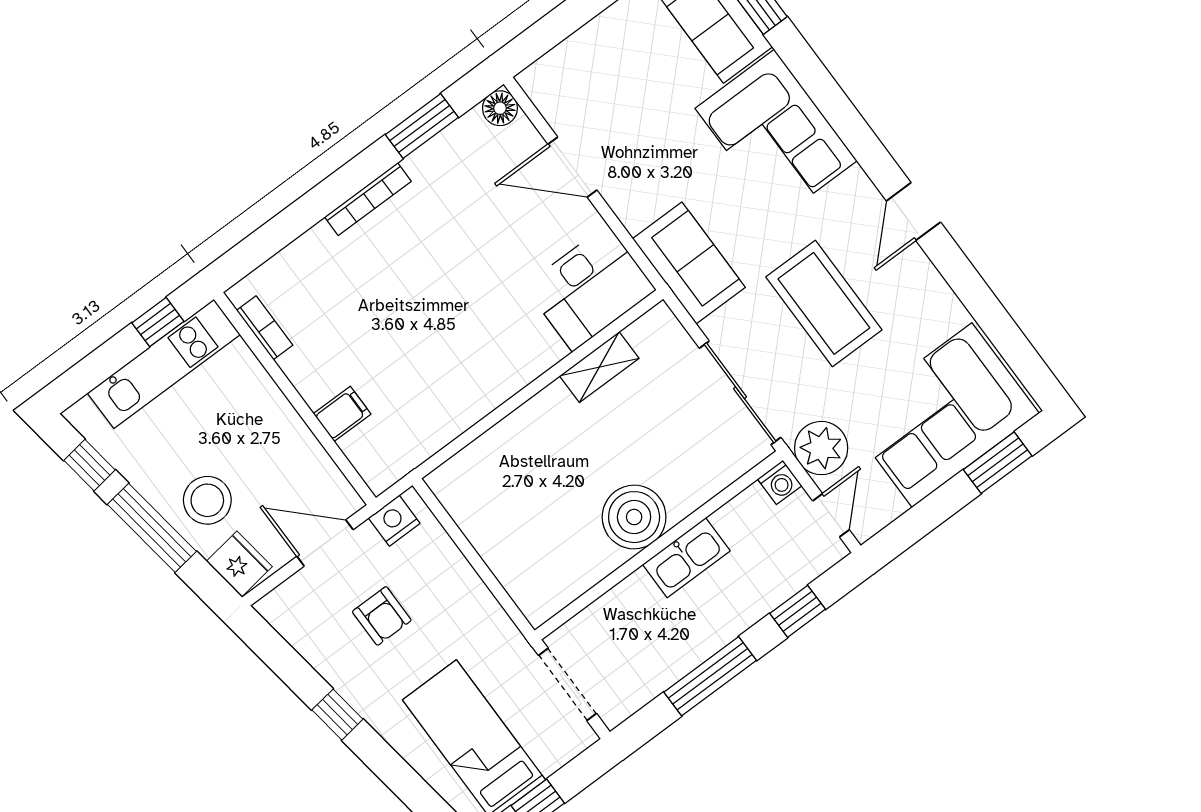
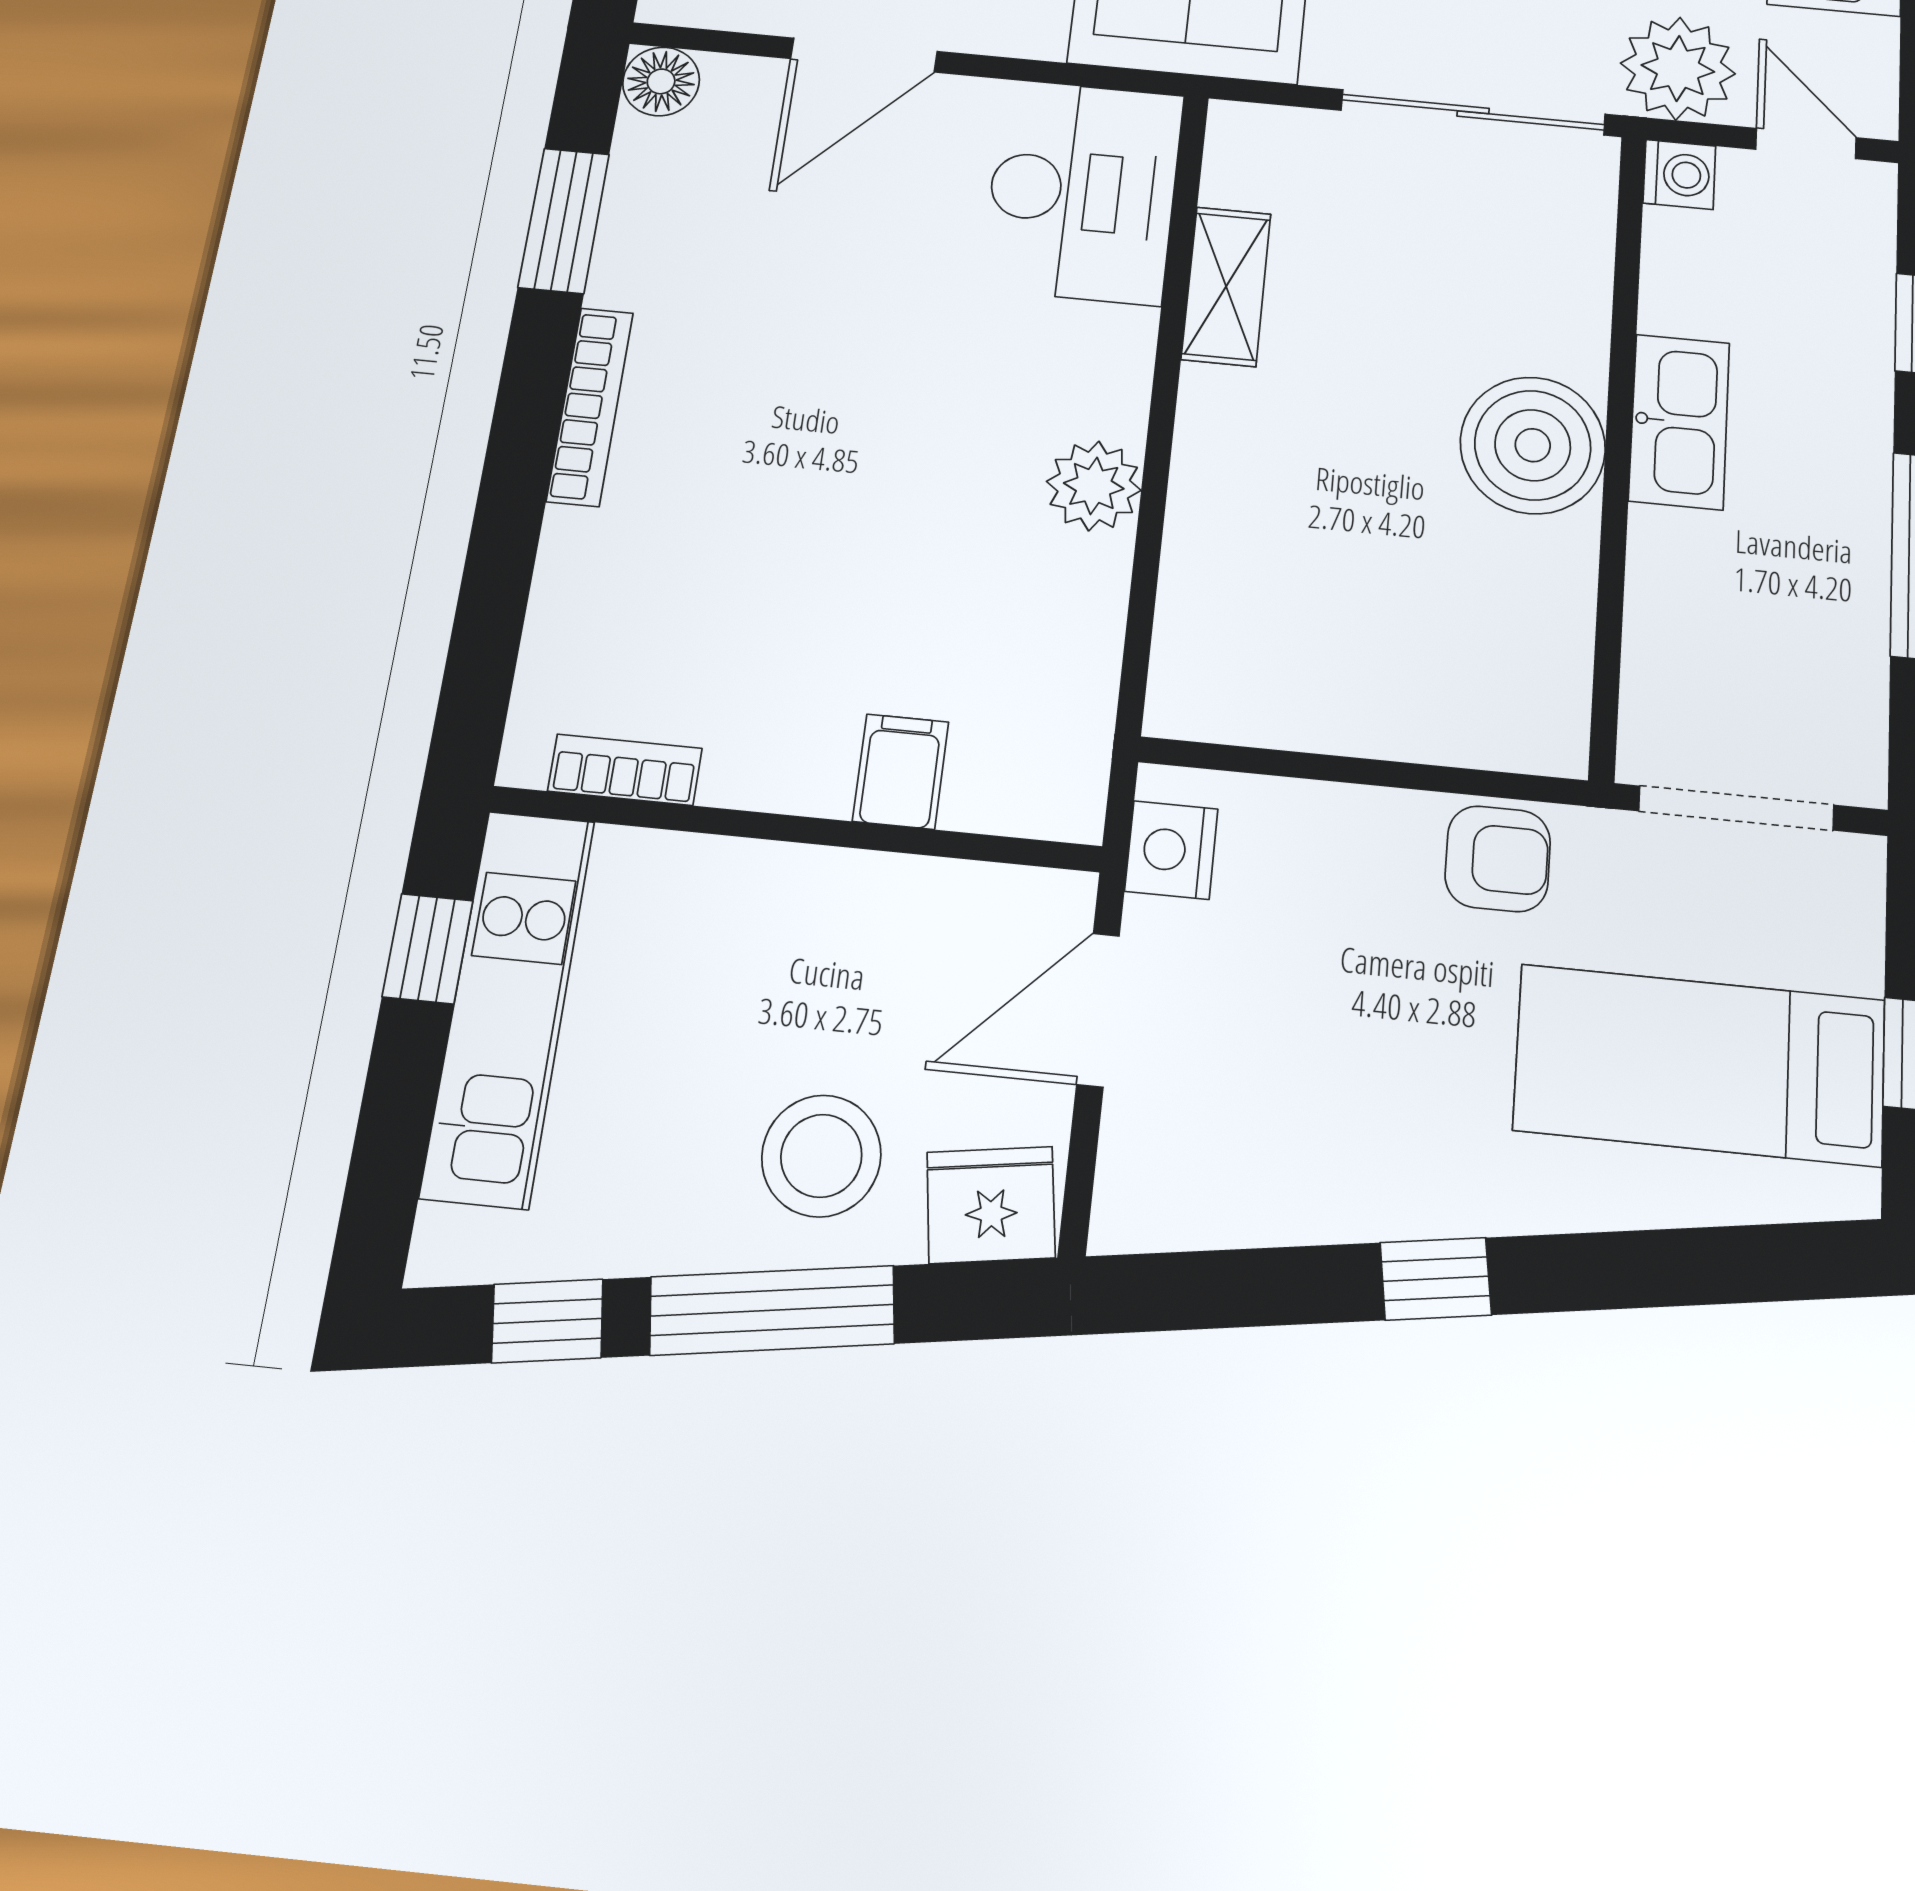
plant: (490, 388) -> (1094, 486), added
armchair: (382, 616) -> (1498, 859), moved

